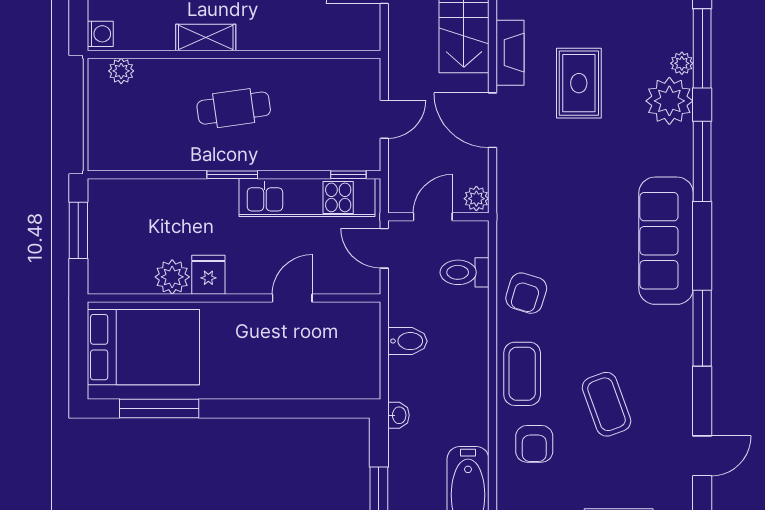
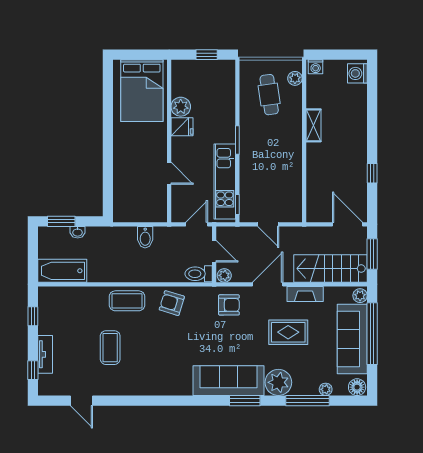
plant: (682, 63) -> (326, 389), moved
cafe table: (234, 108) -> (269, 95), moved
window: (702, 161) -> (245, 401), width x0.69
window: (78, 230) -> (207, 55), width x0.67
sofa: (666, 241) -> (229, 381), moved
toilet: (464, 272) -> (199, 274), moved, turned -90
window: (702, 328) -> (152, 401), removed
coffee table: (607, 404) -> (110, 348), turned -70
window: (159, 409) -> (108, 99), removed
washbasin: (399, 415) -> (78, 232), moved
armchair: (534, 444) -> (229, 305), moved, turned 180

